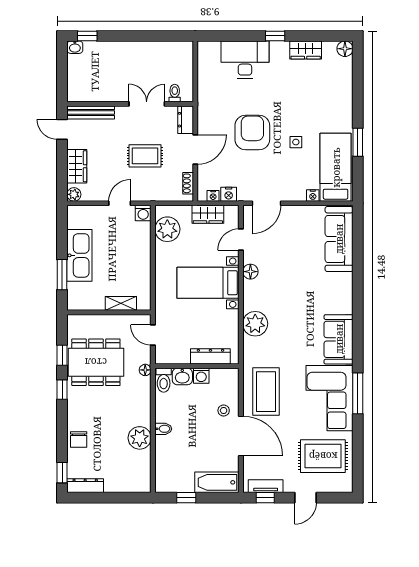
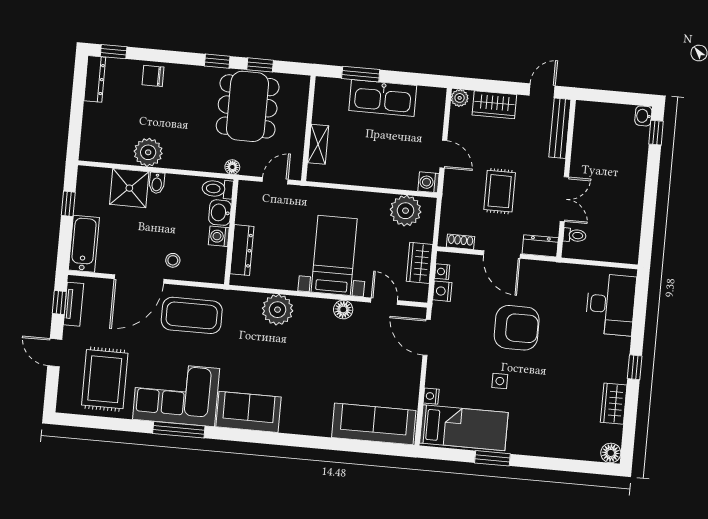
desk: (245, 59) -> (611, 304), moved
shower: (169, 450) -> (129, 188), added

